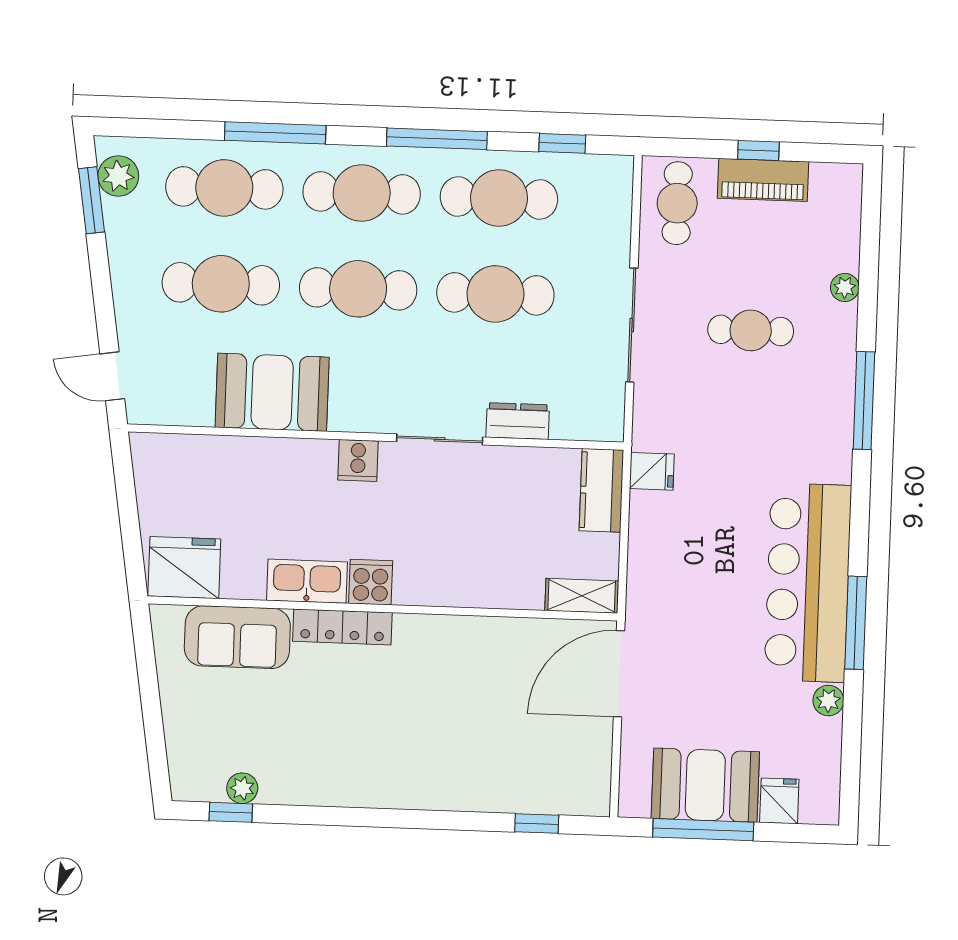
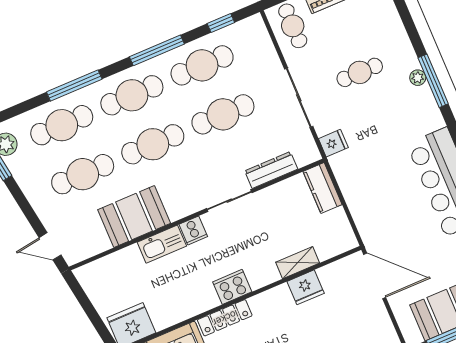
plant: (845, 287) -> (418, 78), moved
dresser: (518, 421) -> (271, 170), width x1.44
fridge: (652, 471) -> (333, 143), moved
kitchen sink: (307, 581) -> (162, 244), moved, turned 180
cooker: (371, 582) -> (232, 287), width x1.36
shelving: (582, 596) -> (298, 263), moved
fridge: (498, 639) -> (306, 287), added
door: (619, 674) -> (375, 276), swing flipped

